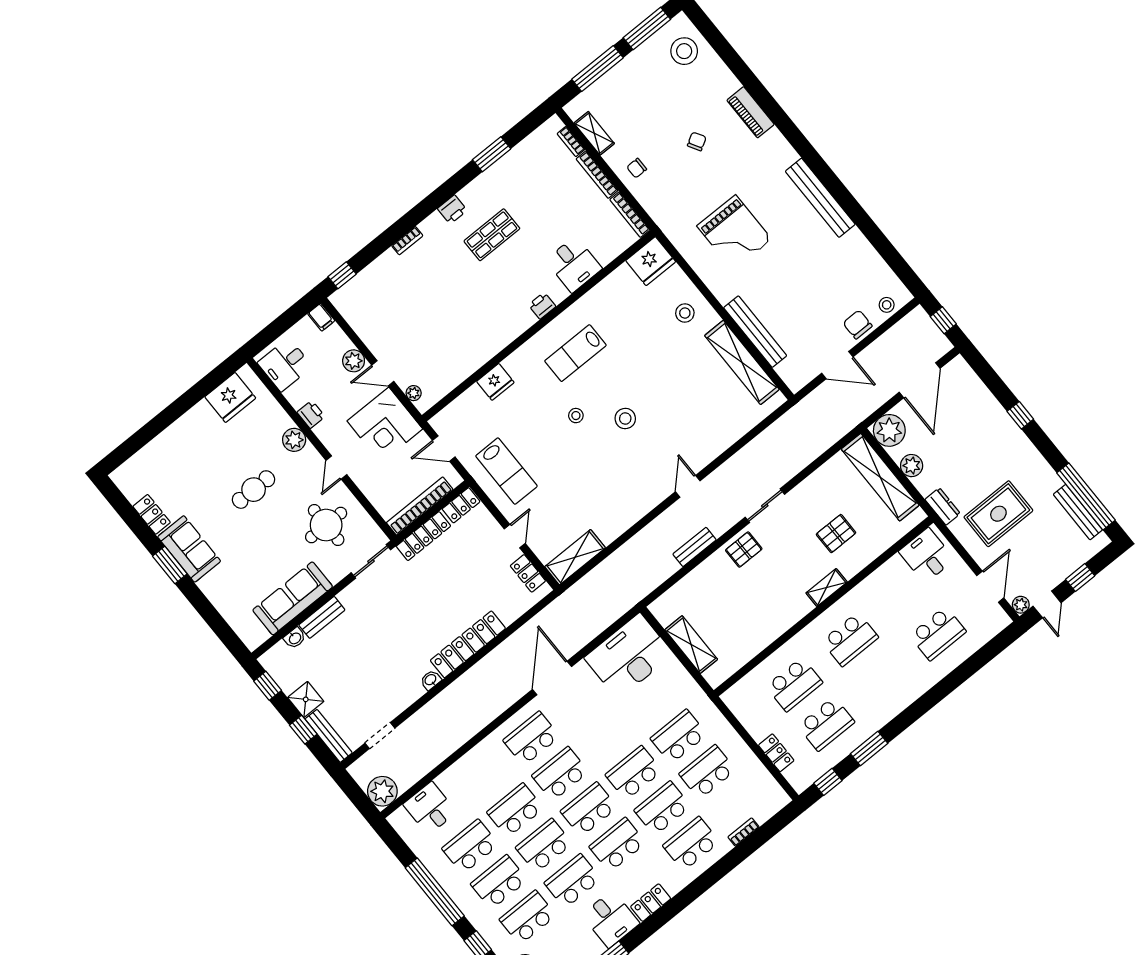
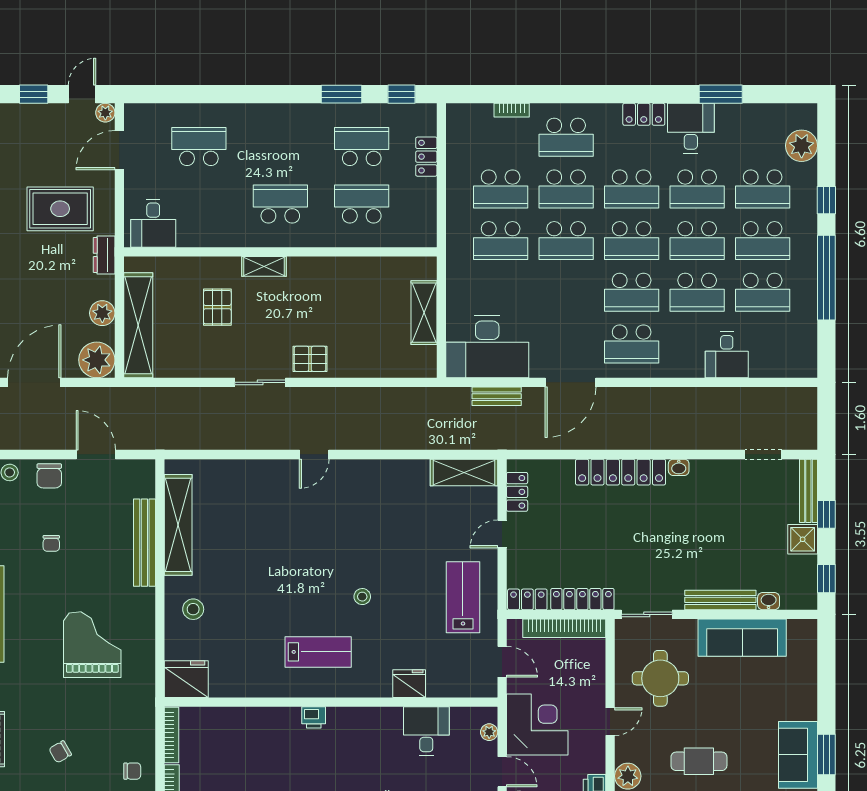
desk: (574, 264) -> (426, 731), moved
chair: (819, 279) -> (51, 543), added
stool: (625, 419) -> (321, 559), removed
pallet: (836, 534) -> (217, 307), turned 90
bench: (694, 547) -> (497, 396), moved
bench: (322, 617) -> (720, 600), width x1.36
plant: (382, 791) -> (801, 404), removed
desk: (430, 808) -> (727, 355), moved

